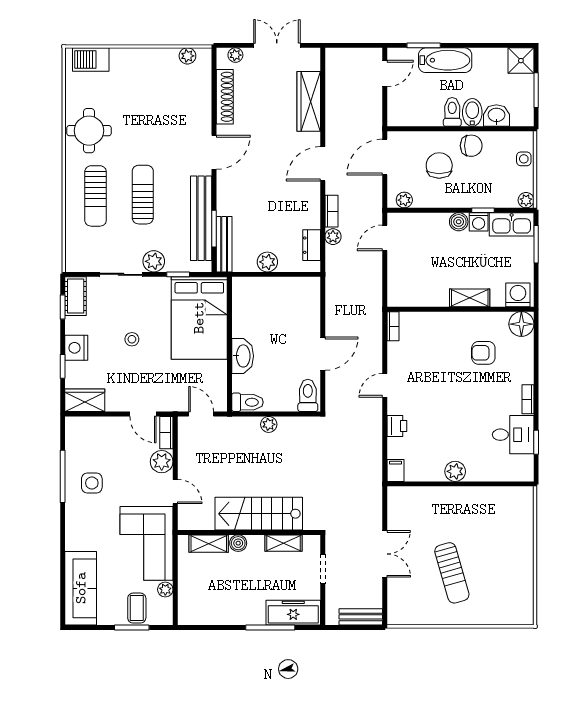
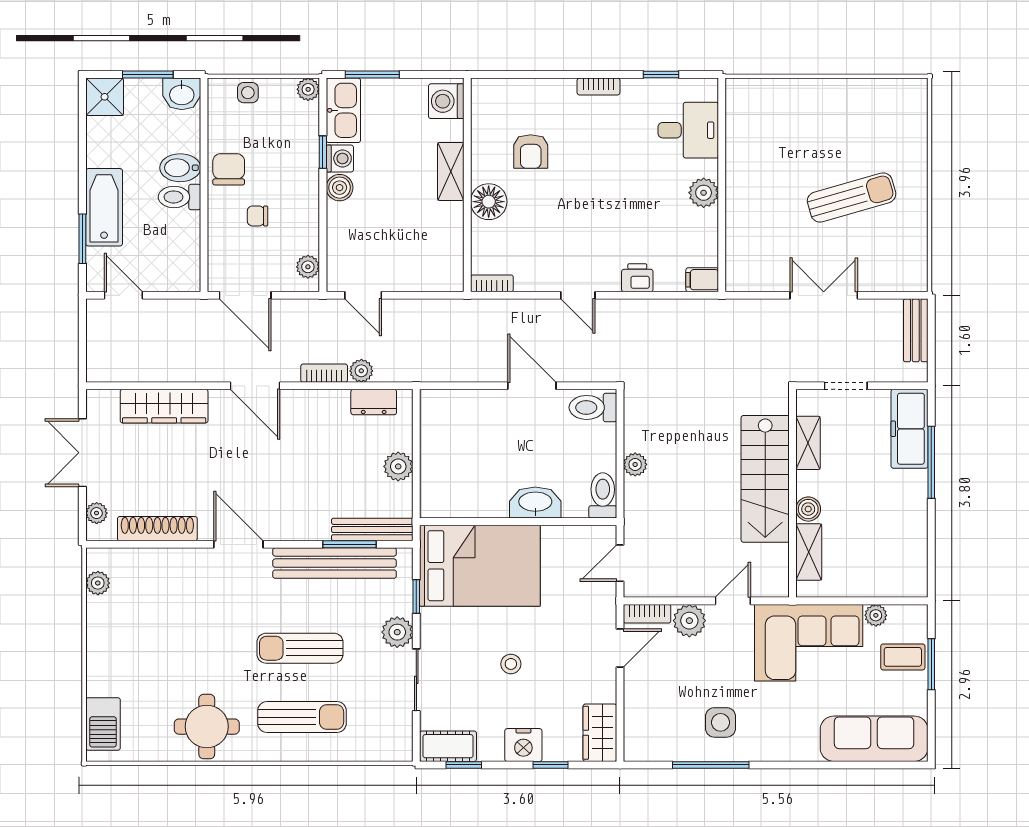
washbasin: (496, 115) -> (182, 94), moved, turned -90
chair: (439, 165) -> (258, 216), width x0.54, depth x0.54
floor lamp: (521, 324) -> (489, 202), moved
desk: (513, 435) -> (688, 130), moved, turned 90

